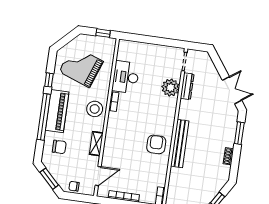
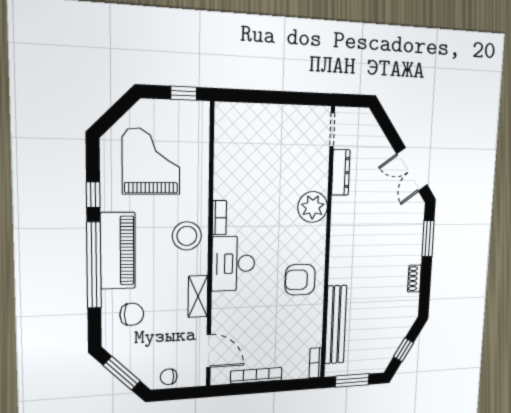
grand piano: (81, 67) -> (151, 161), turned 70
desk: (126, 77) -> (233, 264), moved
plant: (170, 88) -> (313, 207), moved
double door: (232, 90) -> (412, 170), swing flipped
armchair: (156, 144) -> (300, 280), turned -90
bench: (180, 144) -> (336, 325), moved
door: (98, 176) -> (209, 351), hinge flipped

